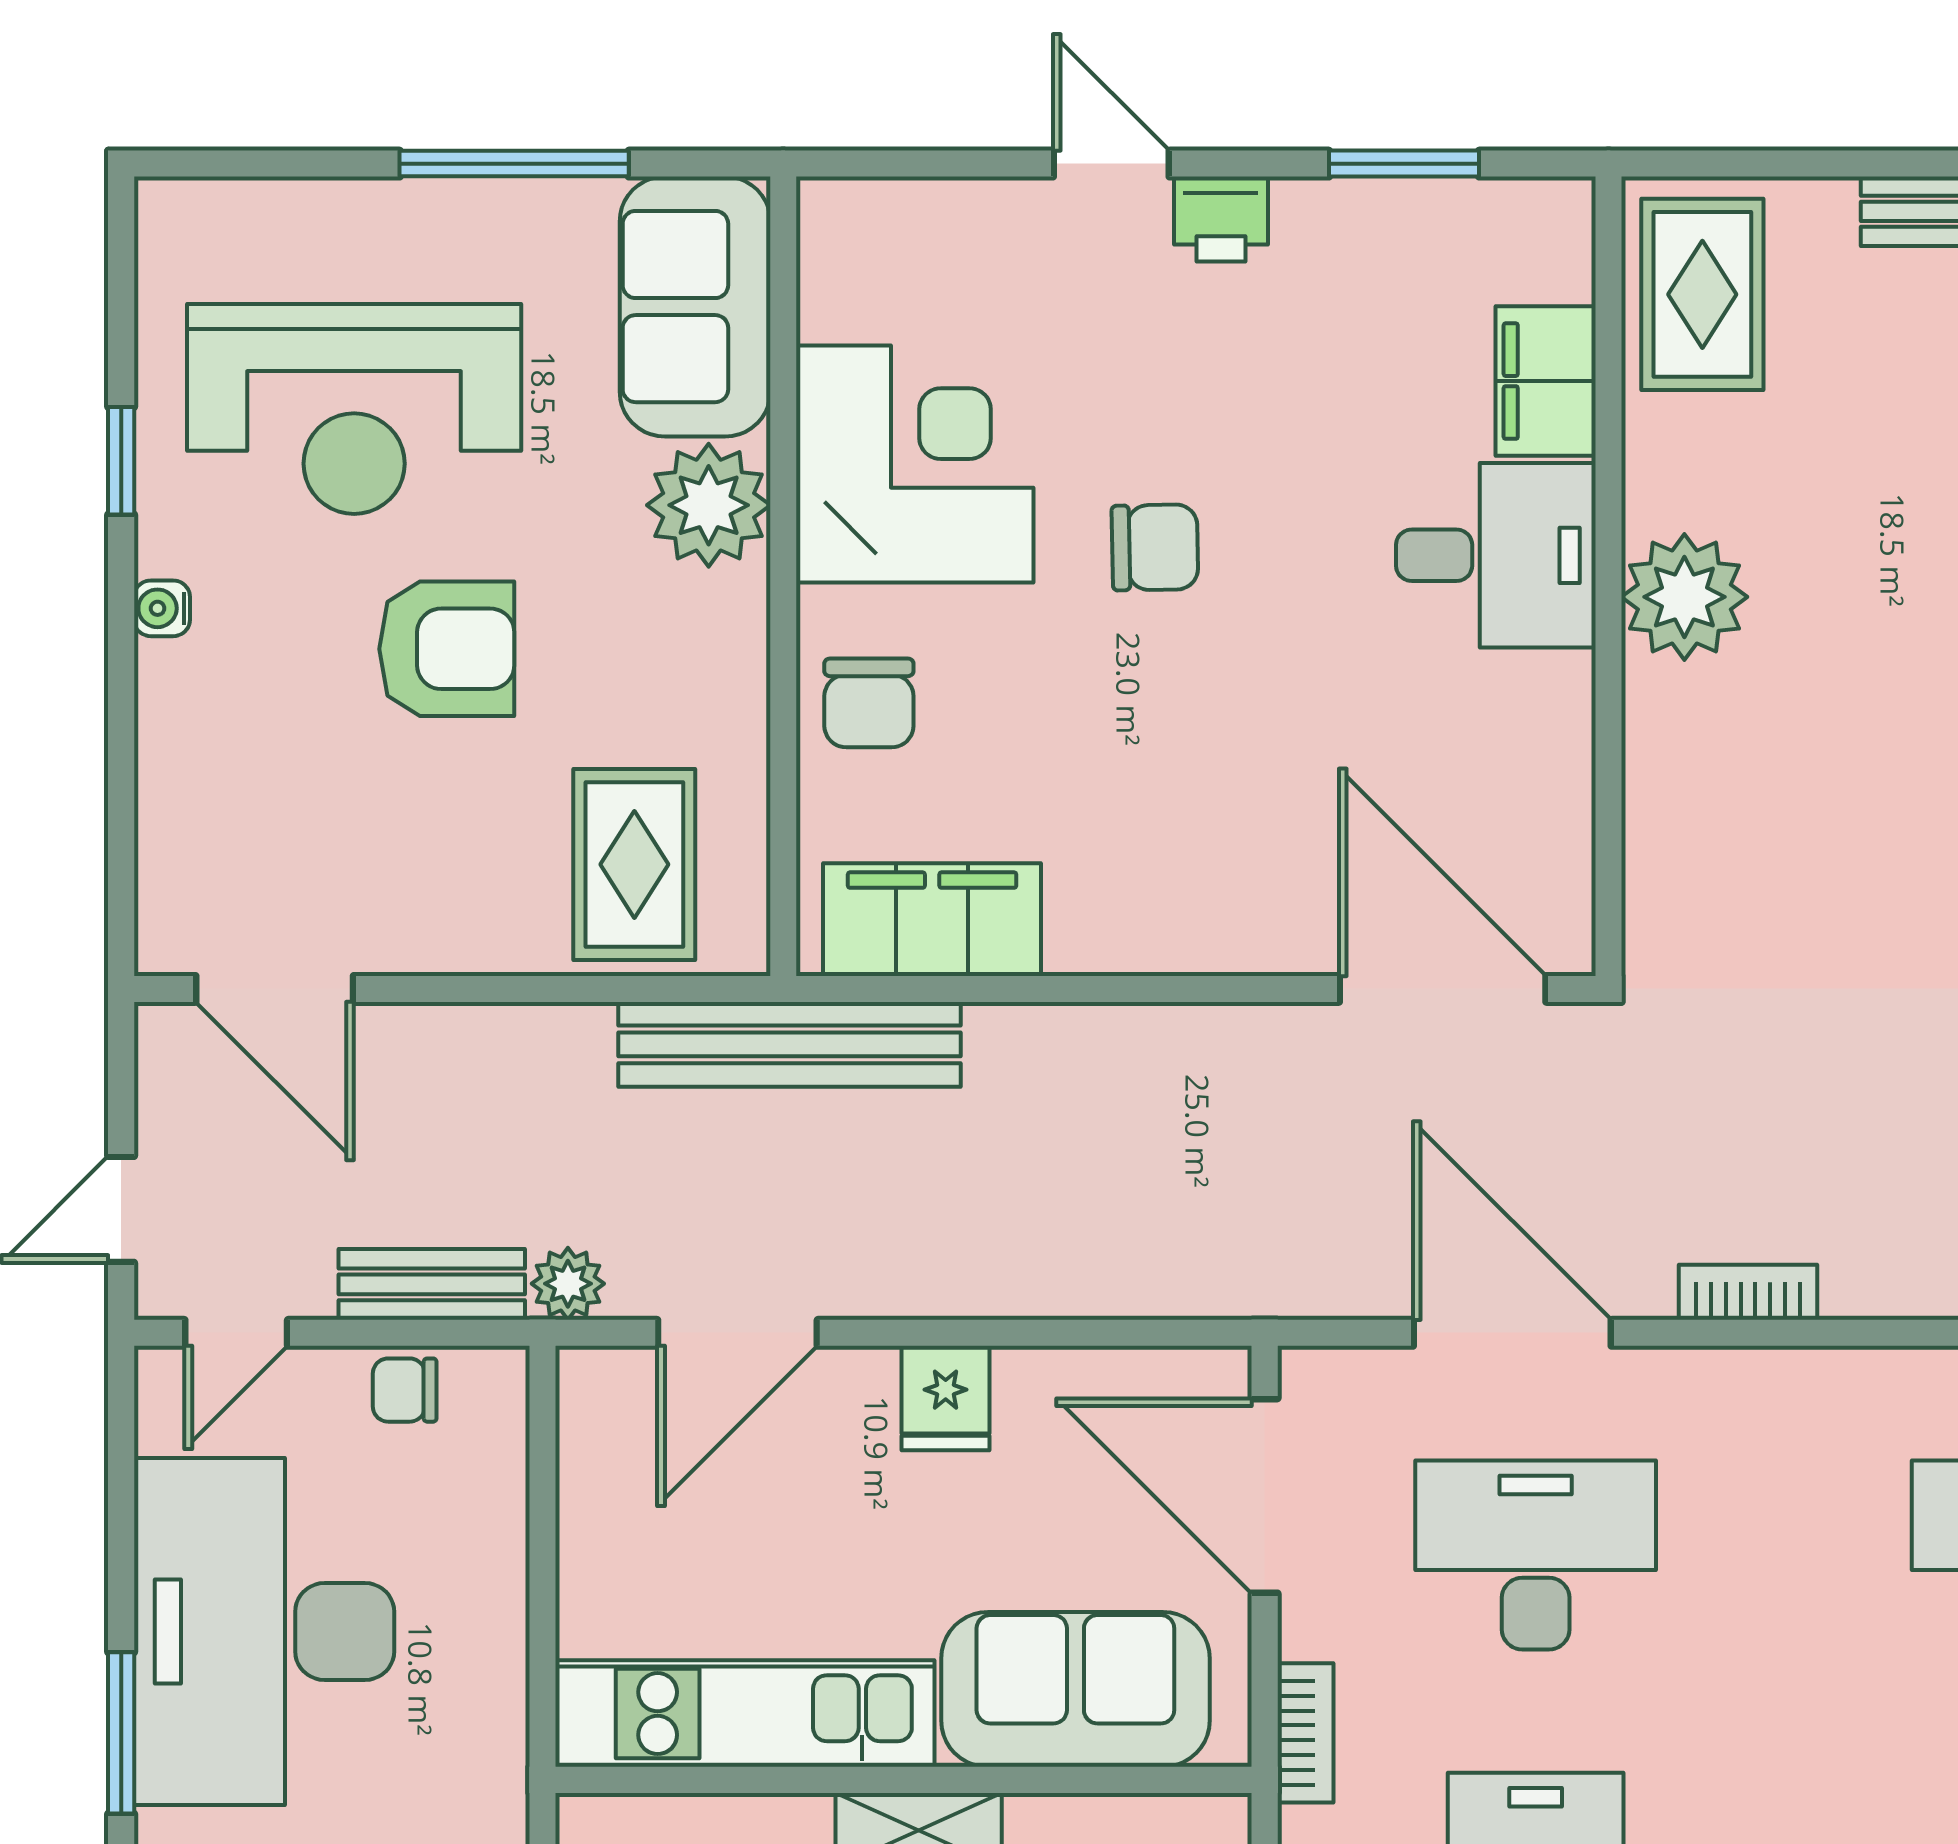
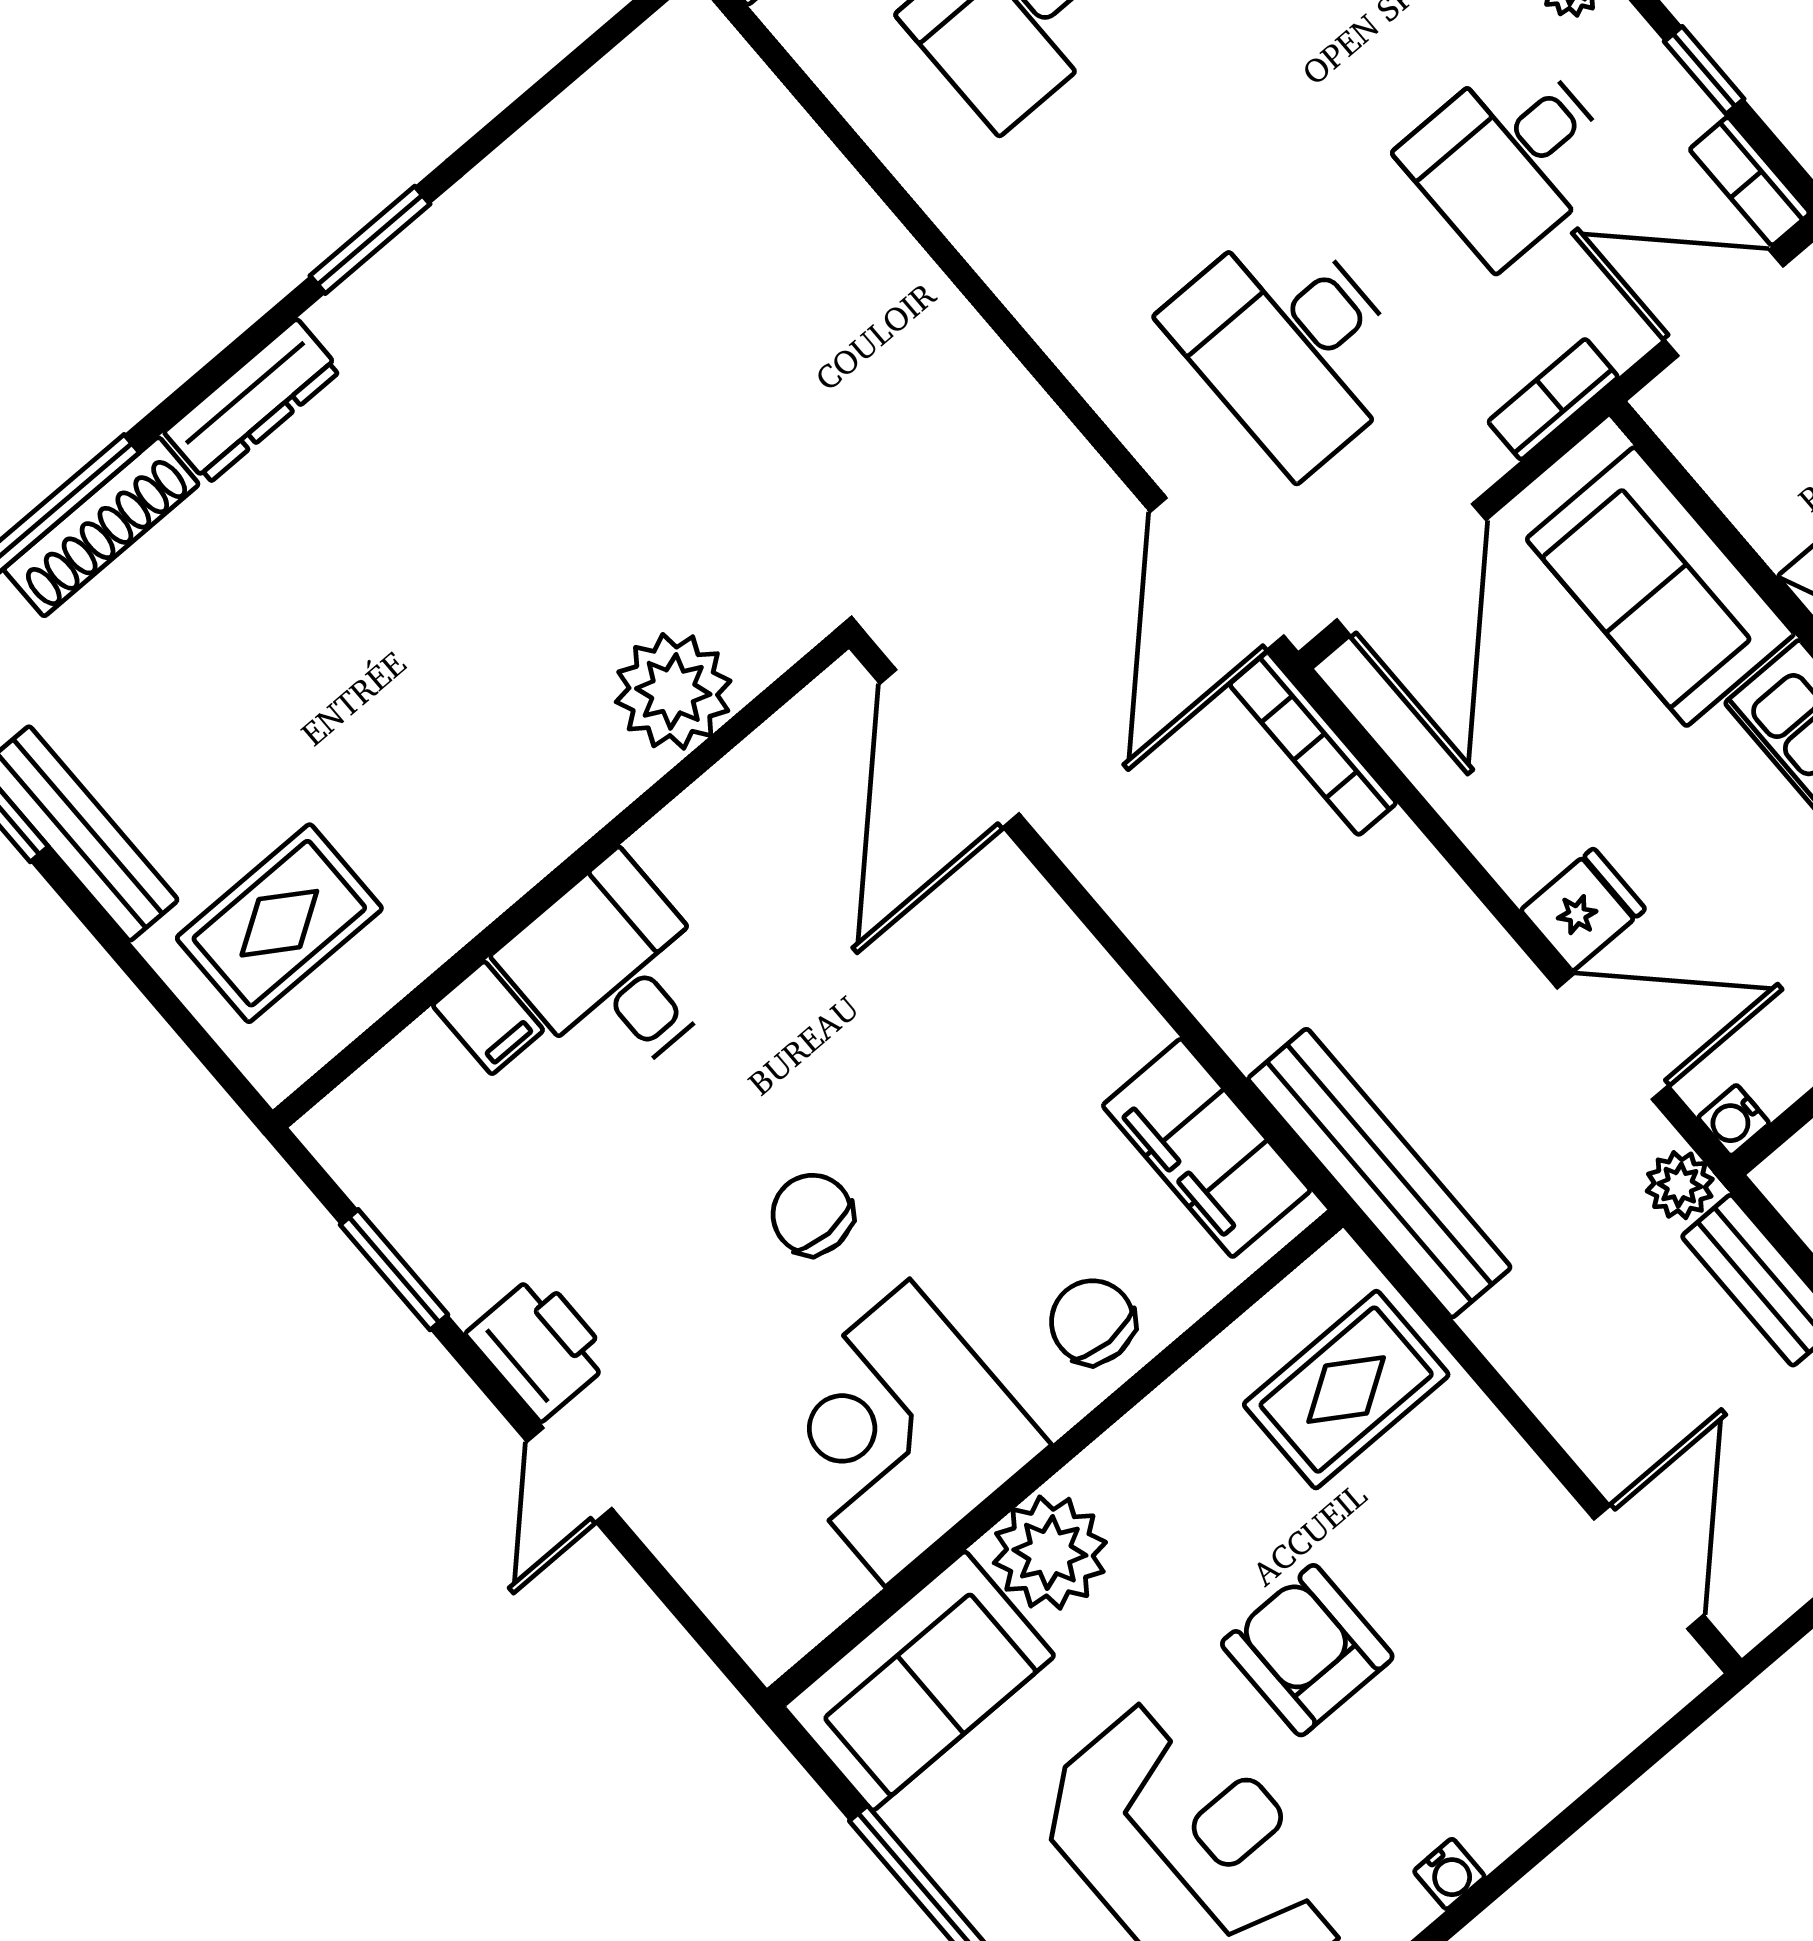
printer: (1221, 219) -> (540, 1347), width x1.36, depth x1.24
rug: (1702, 294) -> (279, 923), moved
filing cabinet: (1546, 381) -> (488, 1018), width x0.50
plant: (1684, 597) -> (673, 691), moved
chair: (869, 703) -> (1093, 1322), turned -90
bookcase: (1748, 1292) -> (1313, 744), moved, width x1.56
door: (1512, 1333) -> (1217, 574), moved
water cooler: (583, 1374) -> (1734, 1120), added
fridge: (946, 1398) -> (1583, 910), moved

